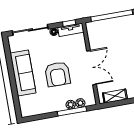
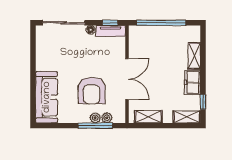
sofa: (23, 73) -> (47, 97), moved
armchair: (58, 74) -> (92, 91), moved

